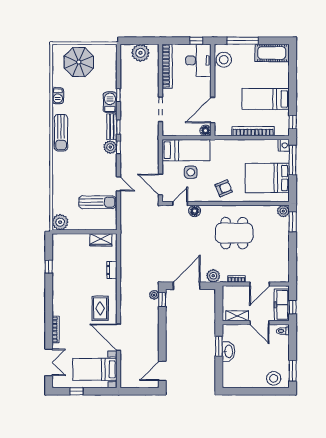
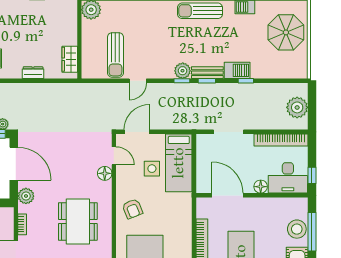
stool: (224, 60) -> (297, 229), moved
floor lamp: (205, 131) -> (261, 187), moved

